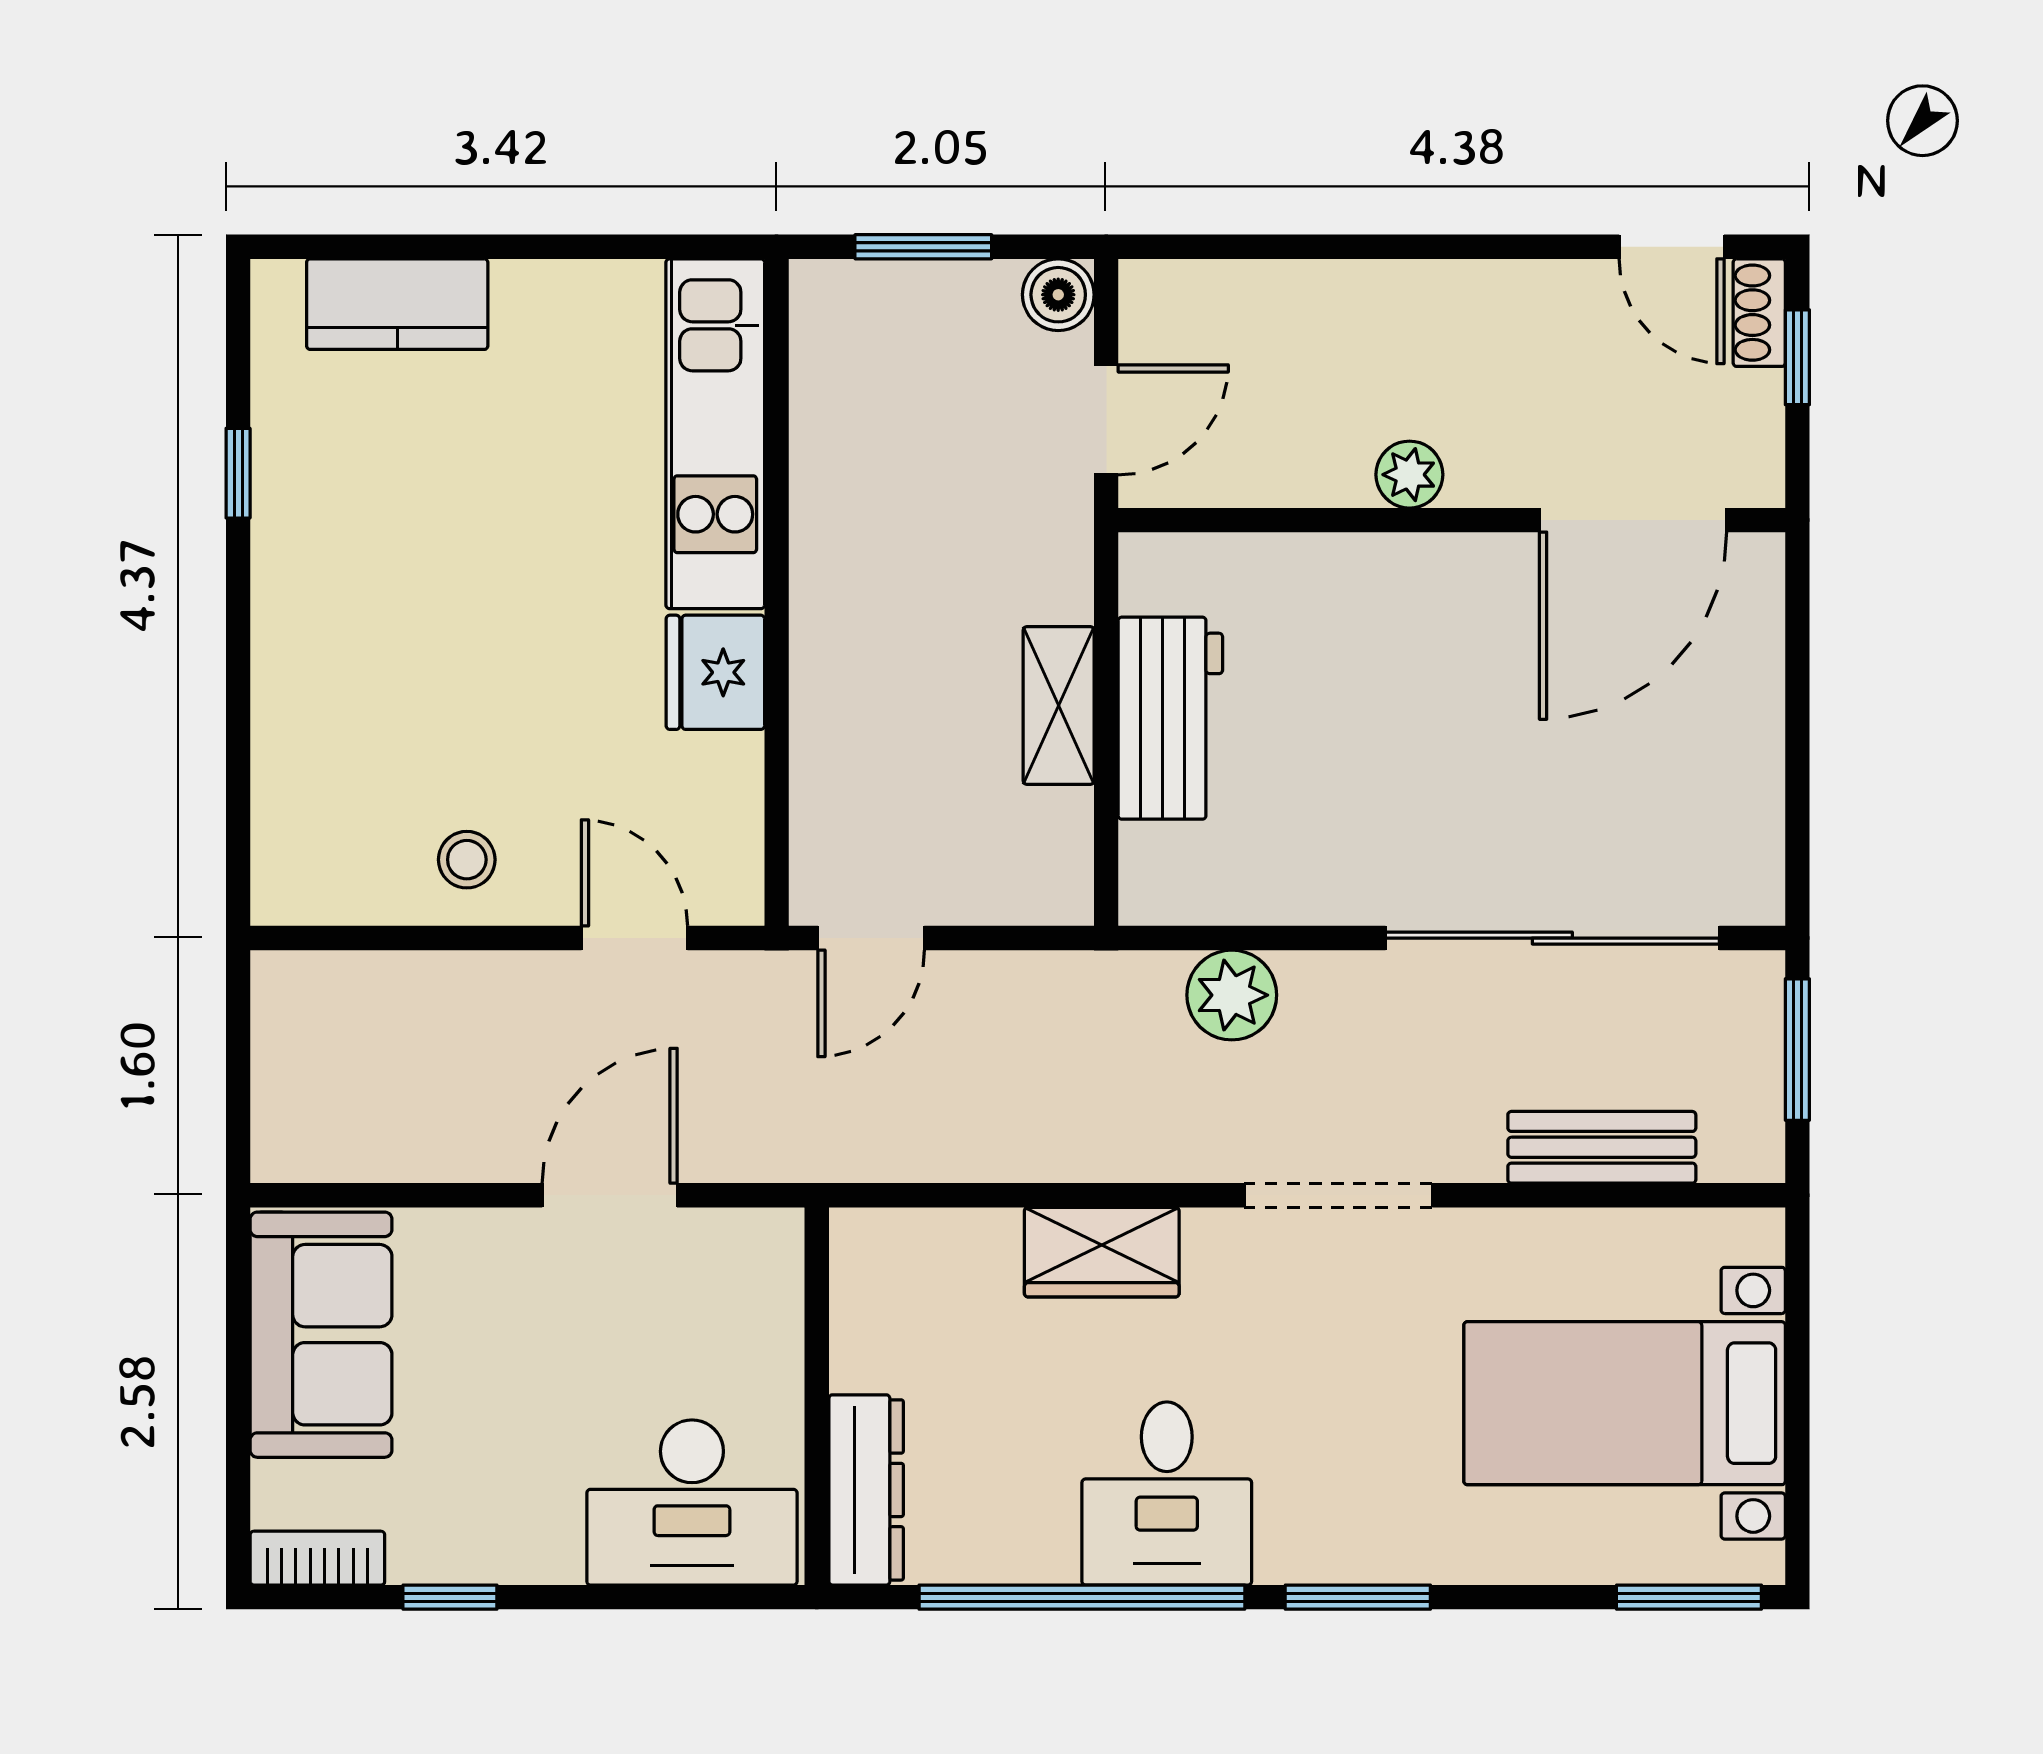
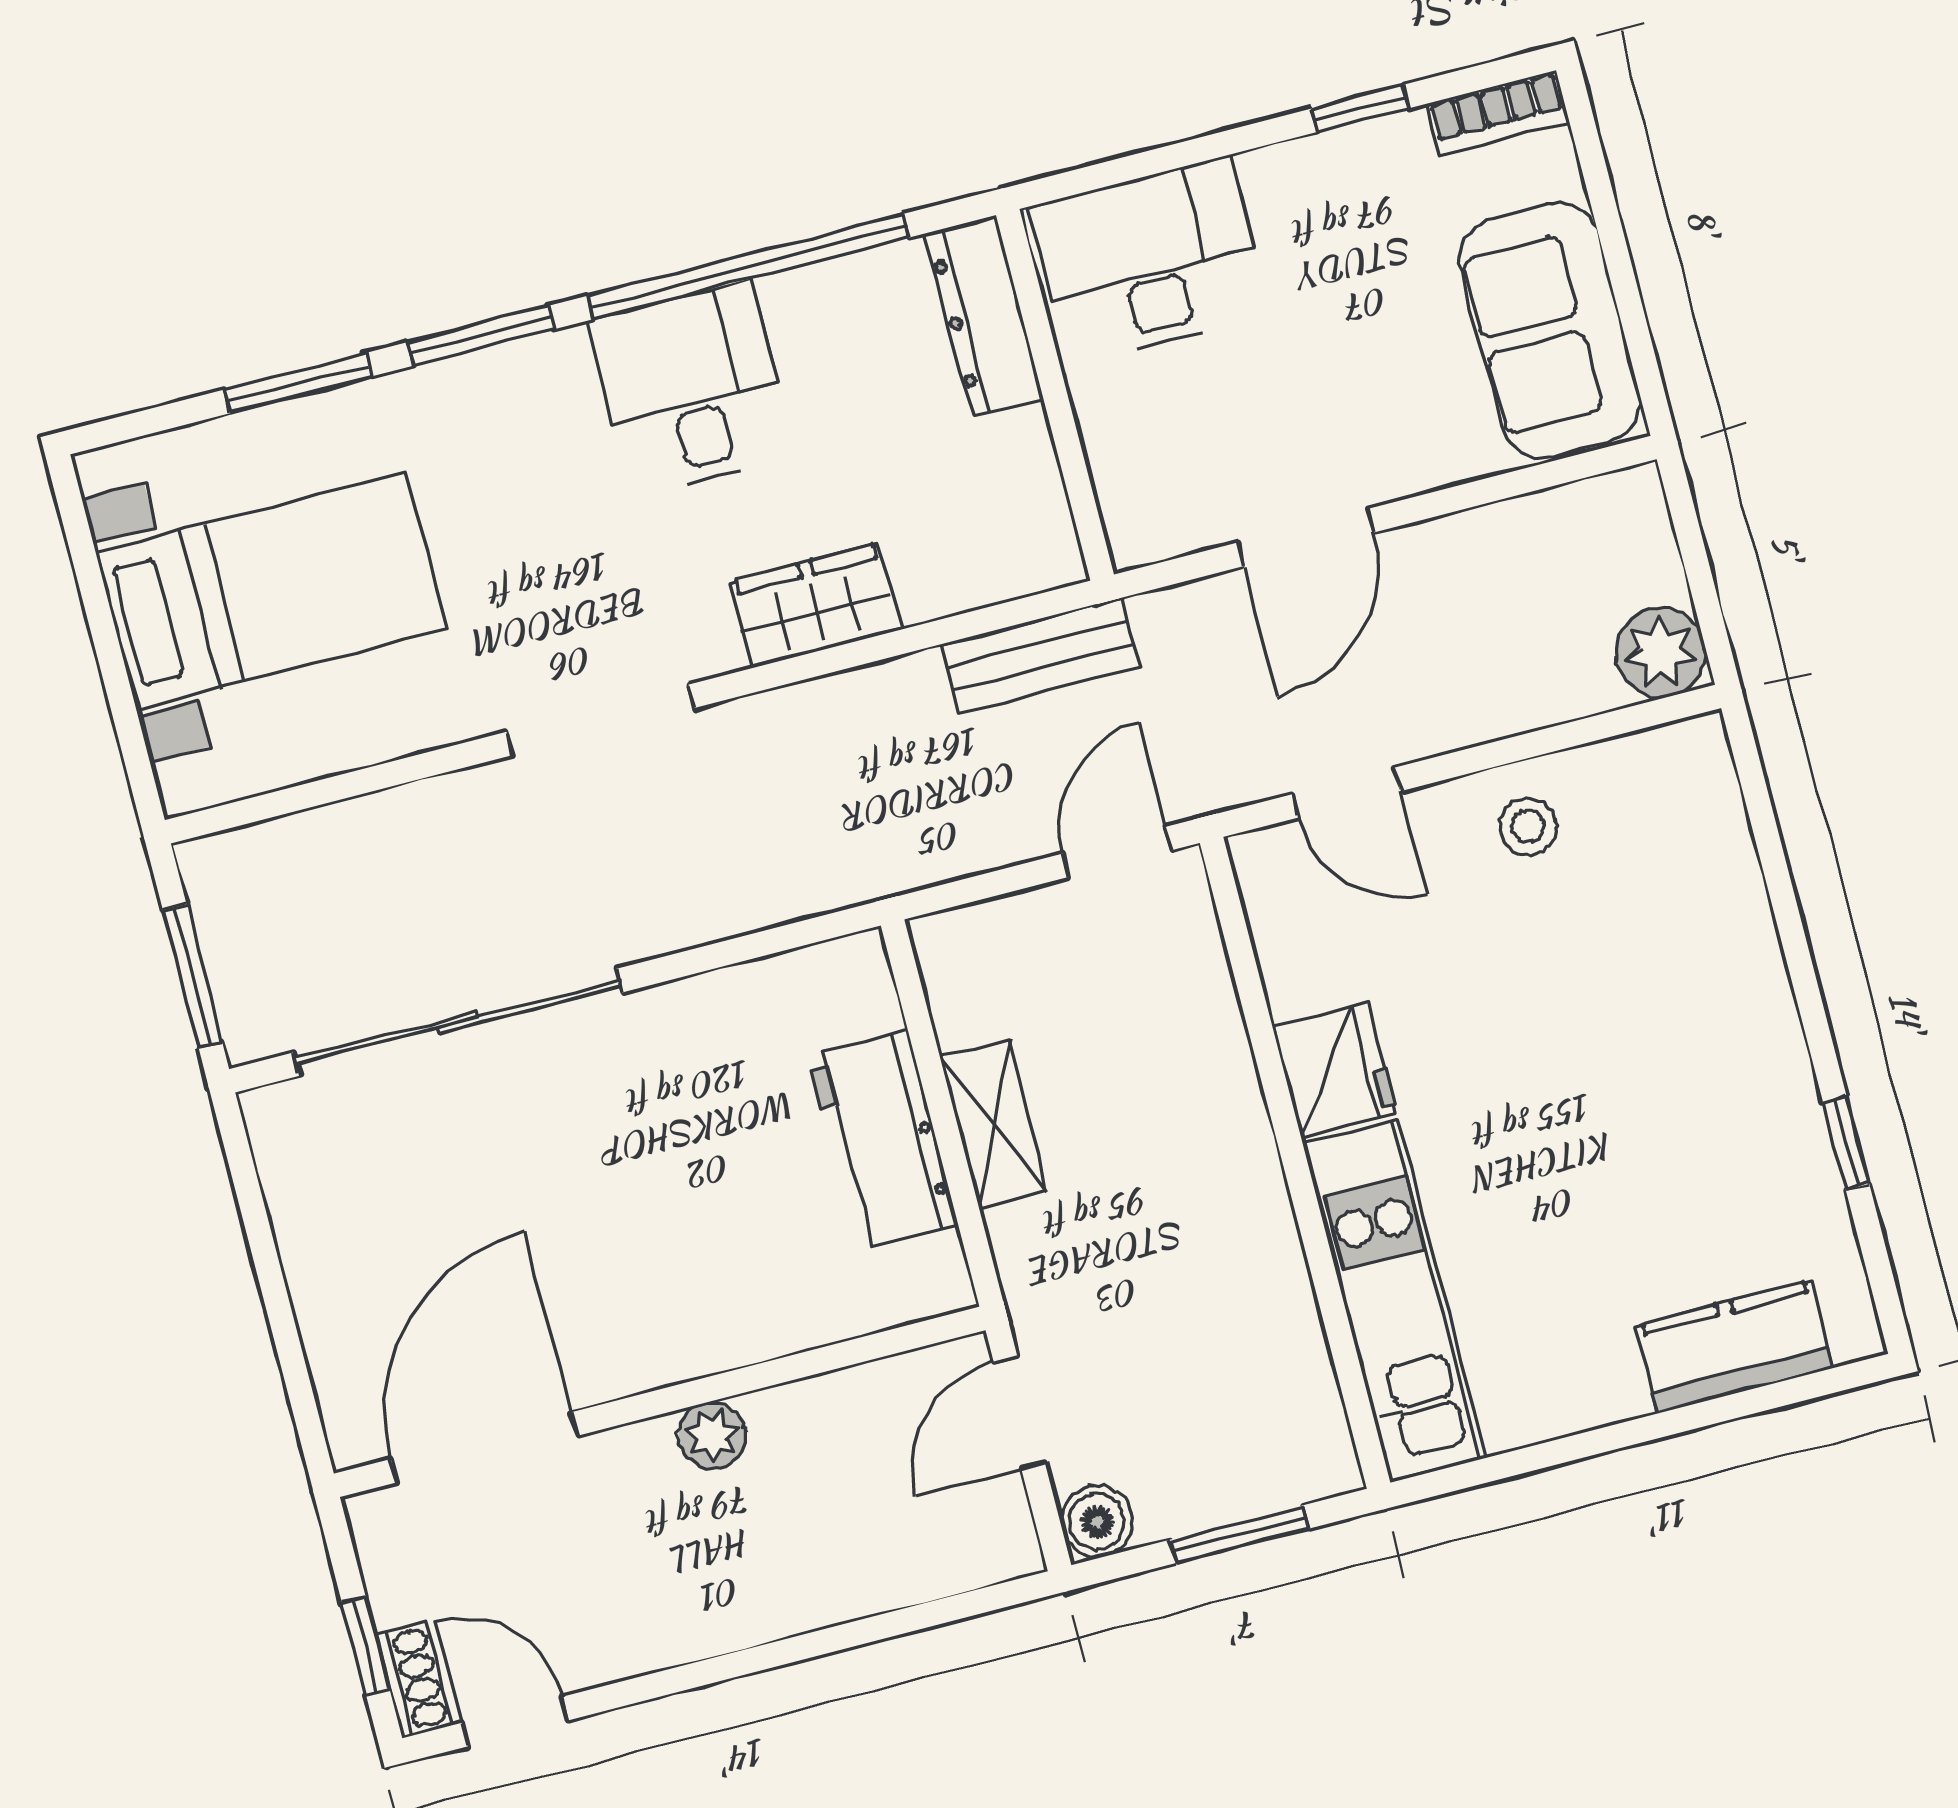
plant: (1232, 995) -> (1660, 653), moved
bench: (1602, 1147) -> (1040, 656), moved
window: (1689, 1597) -> (298, 383), moved

